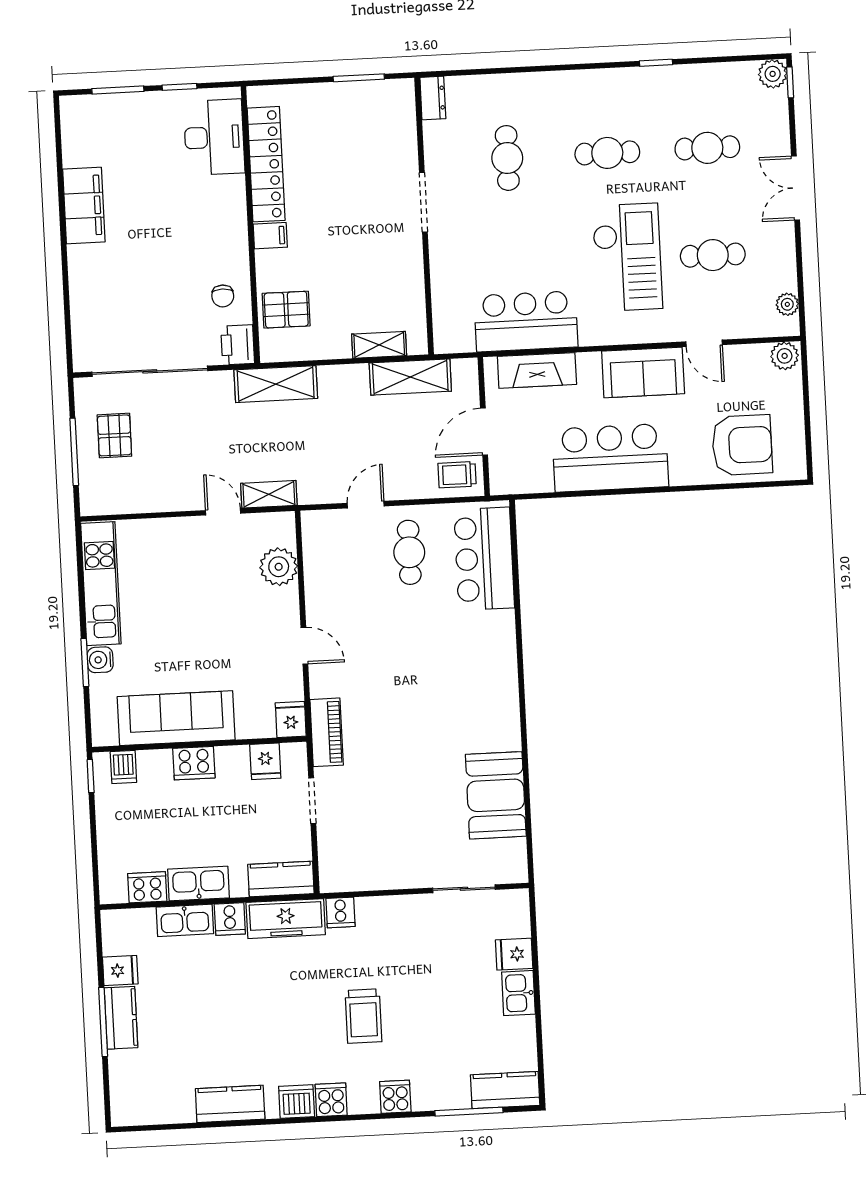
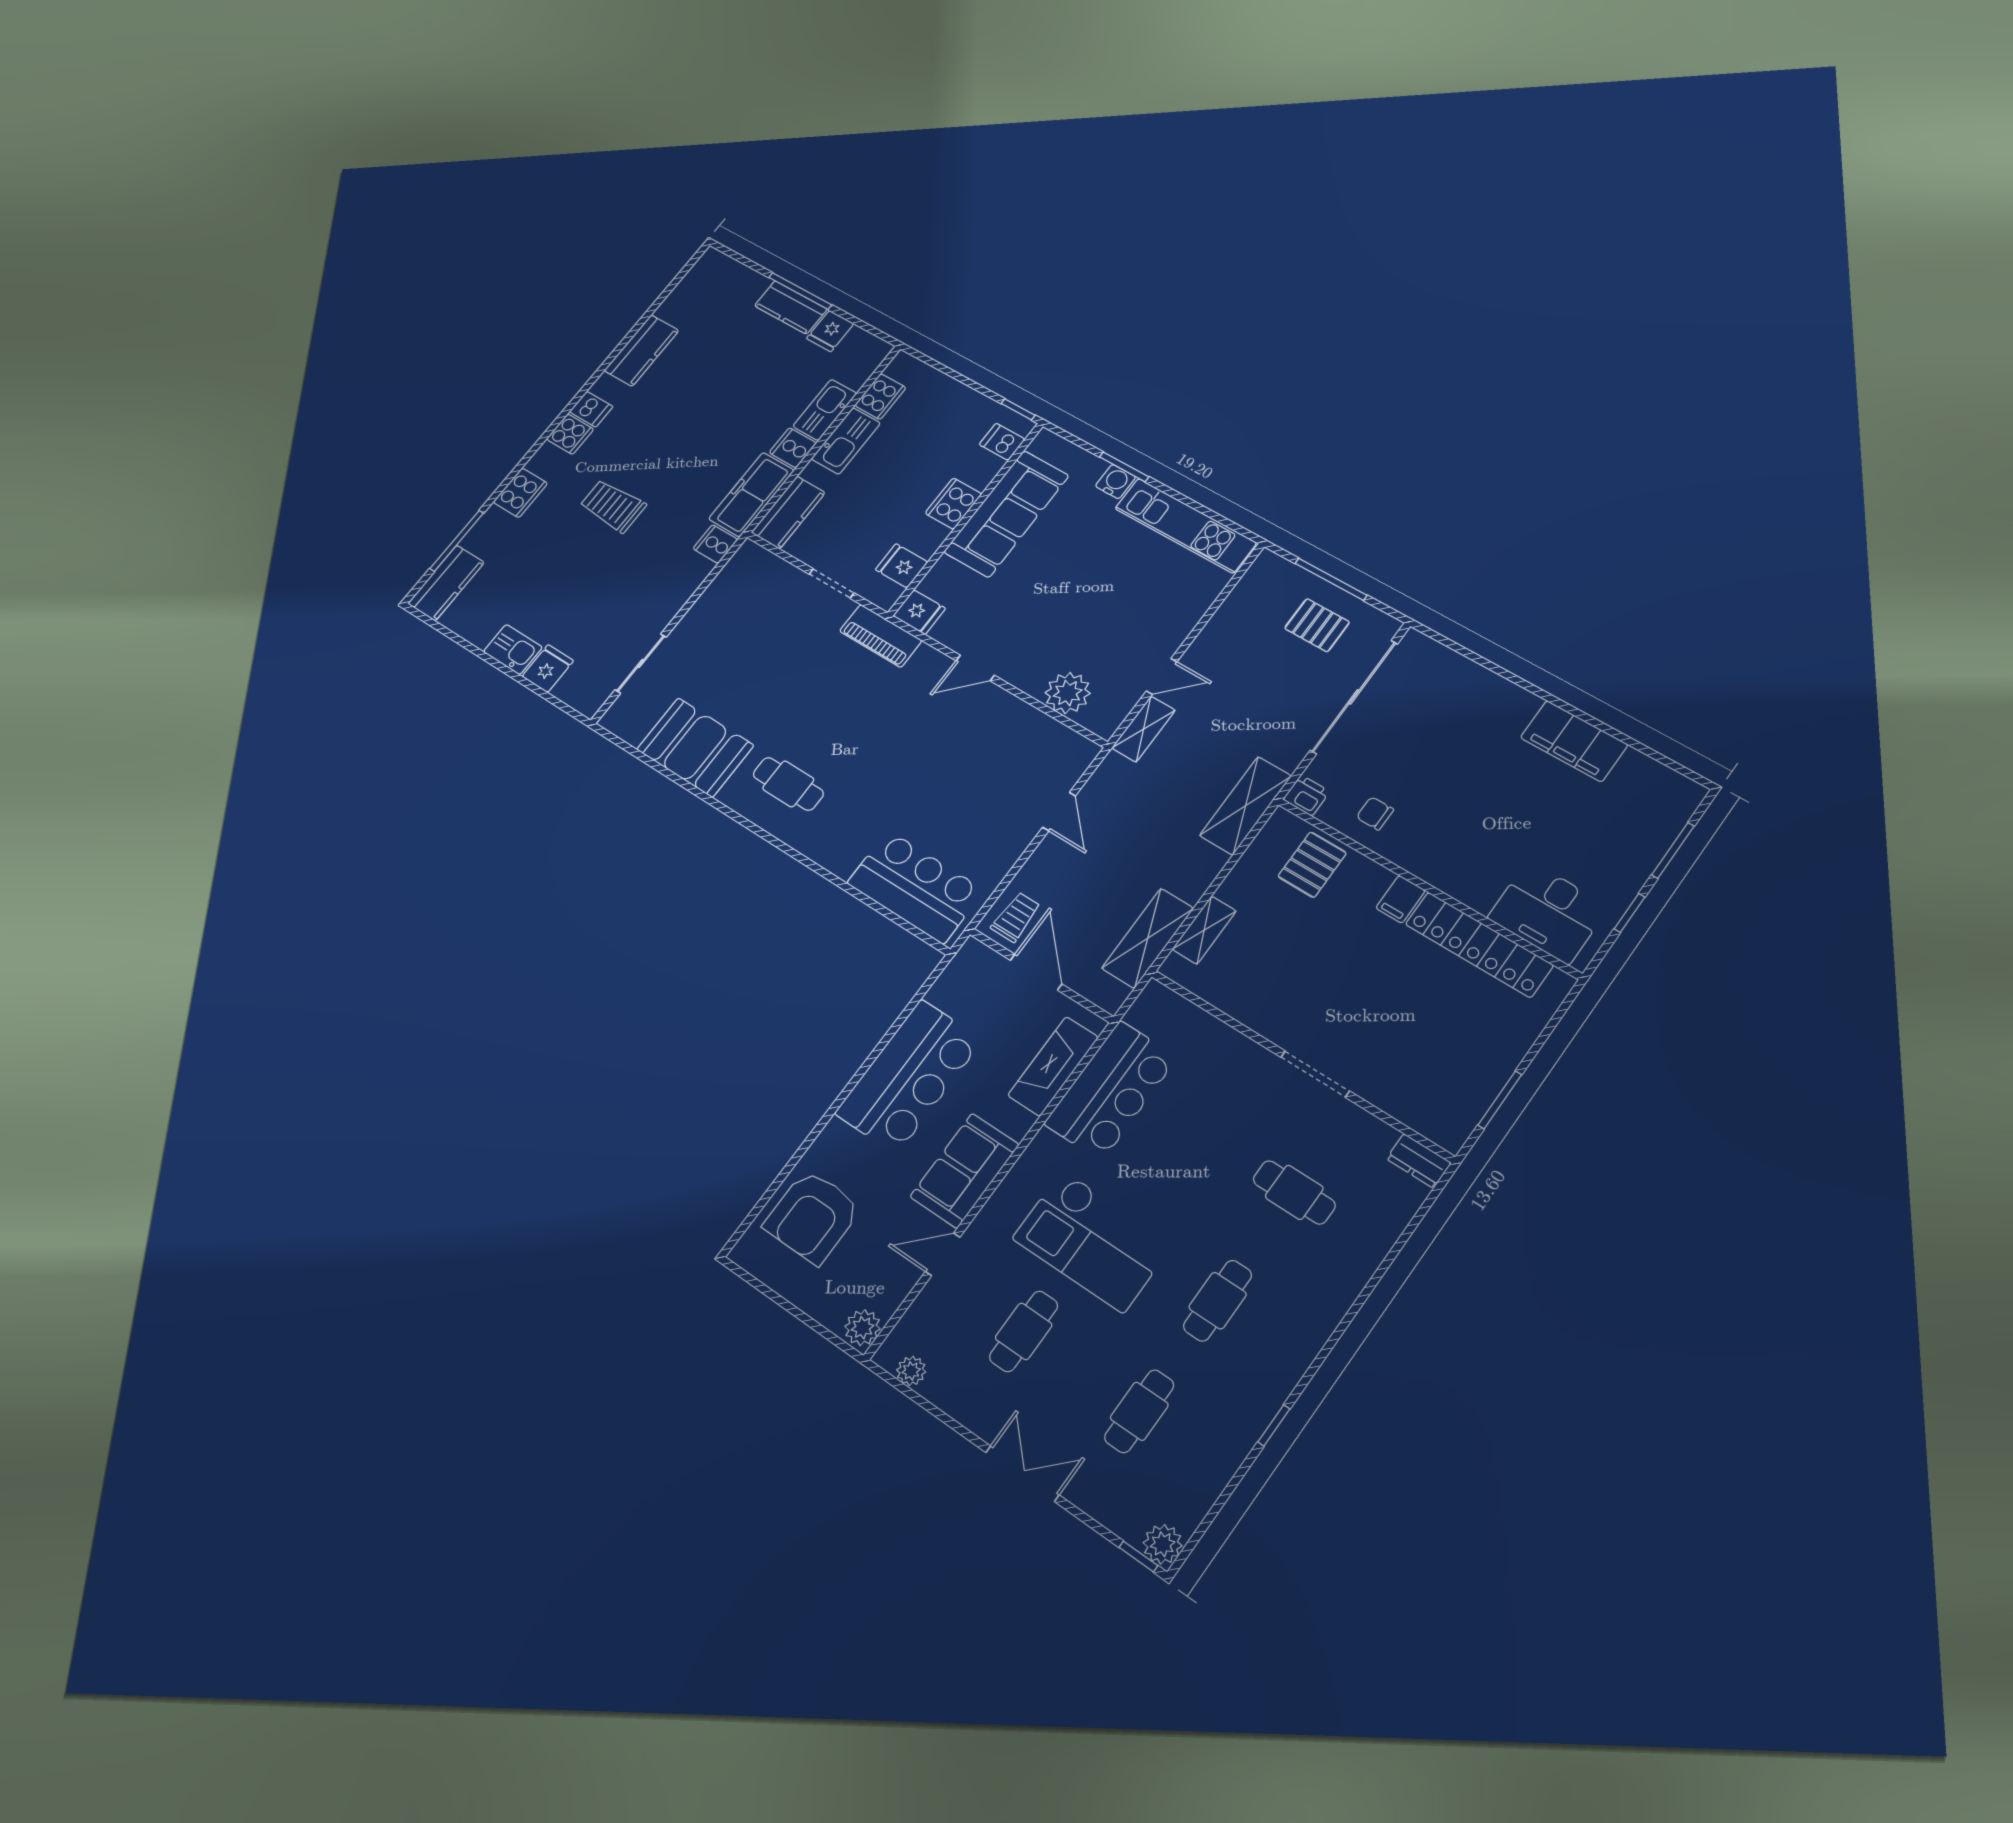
printer: (238, 345) -> (1306, 795), width x0.73, depth x0.81
cafe table: (409, 552) -> (788, 784), moved
cooker: (395, 1097) -> (520, 493), width x1.36
dishwasher: (297, 1101) -> (591, 409), width x0.73

